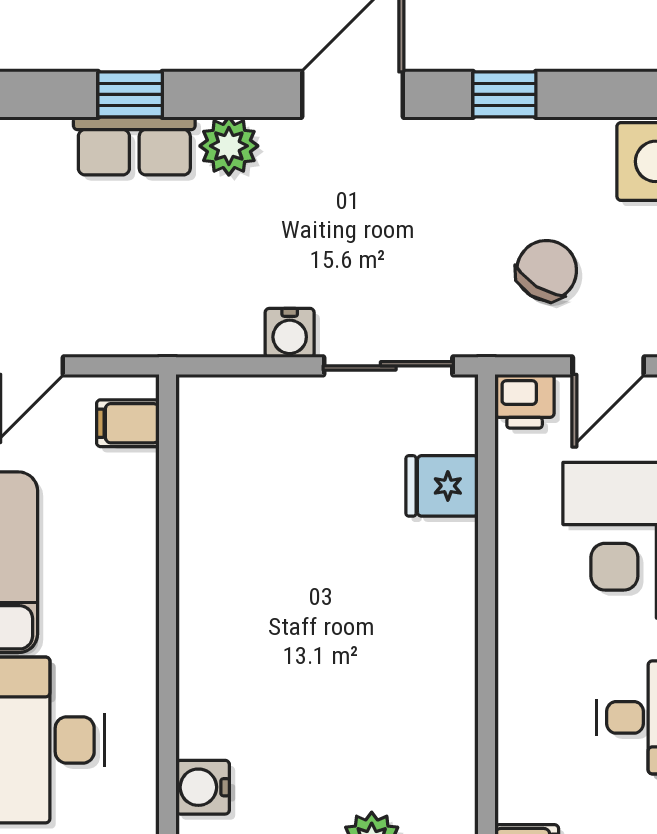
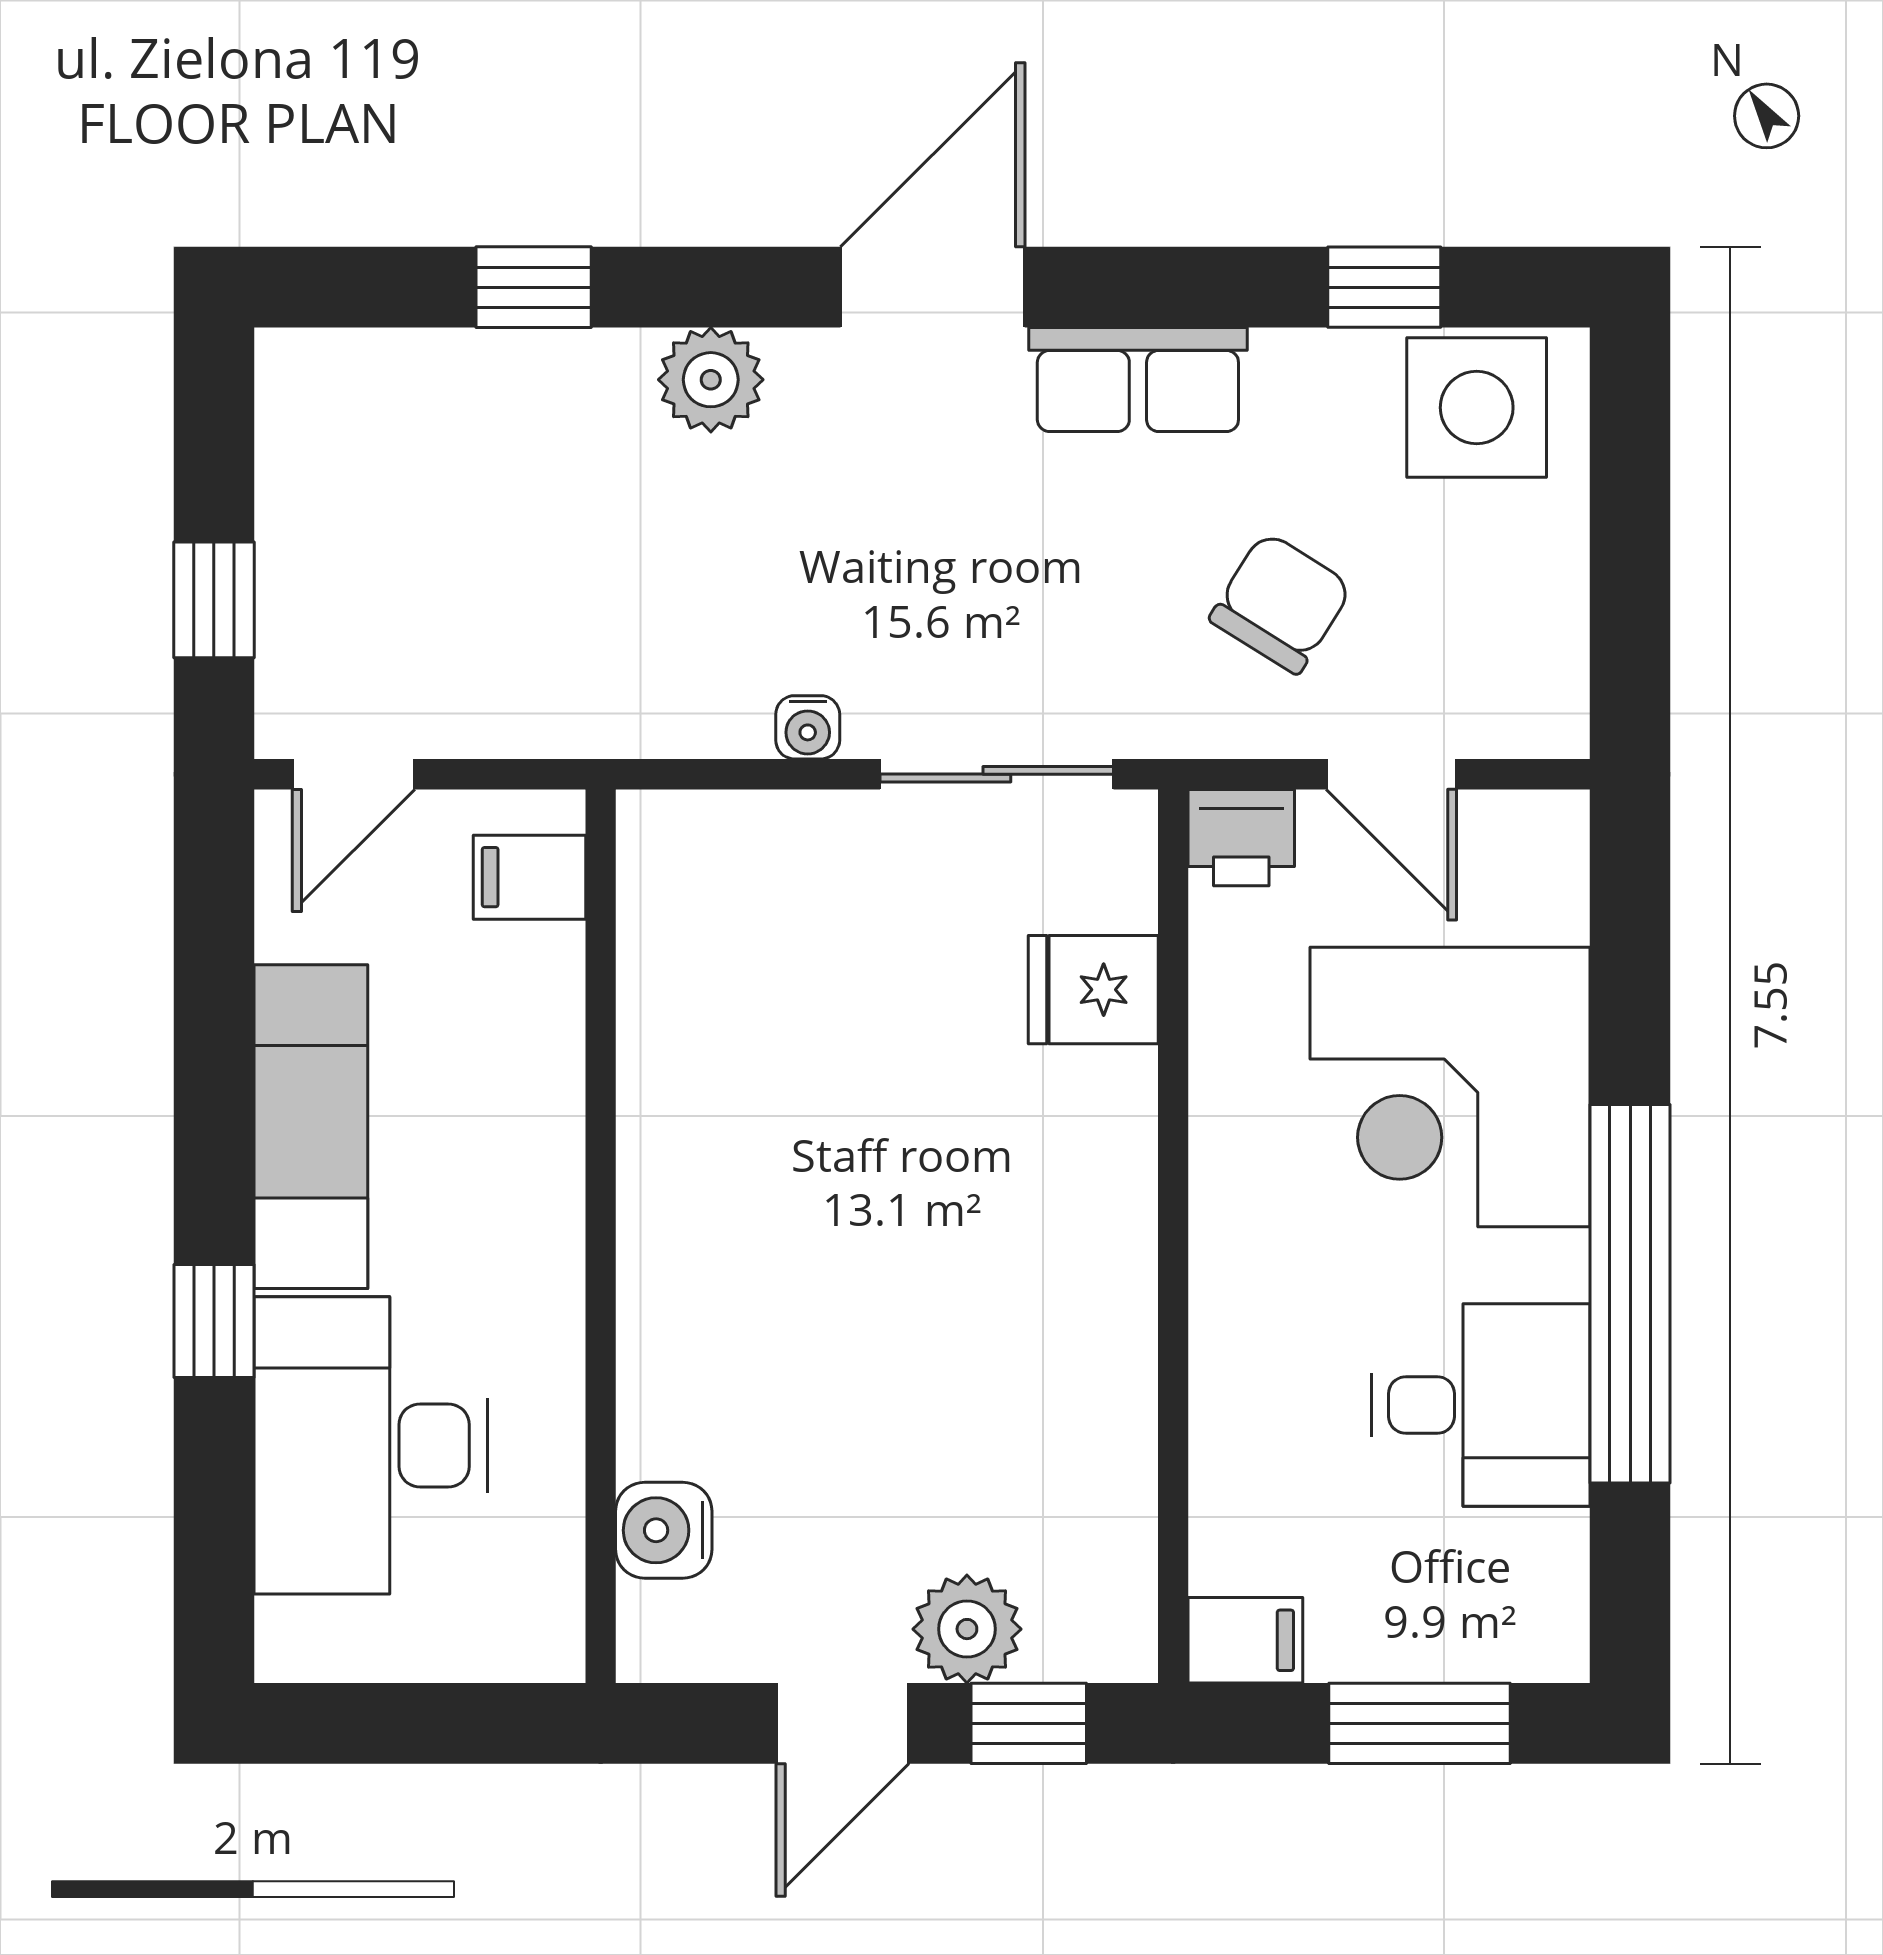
window: (504, 94) -> (1384, 287), moved
row of seats: (134, 146) -> (1138, 380), moved
water cooler: (290, 333) -> (808, 727), width x0.72, depth x0.72
door: (608, 366) -> (1391, 774), hinge flipped

